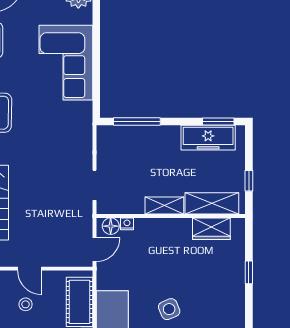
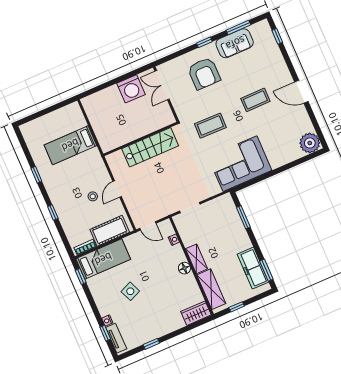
corner sofa: (66, 63) -> (240, 164), moved
window: (137, 122) -> (243, 217), width x0.69
floor lamp: (111, 226) -> (184, 268), moved
wardrobe: (211, 229) -> (196, 313), moved, turned 90
window: (249, 272) -> (151, 344), moved

